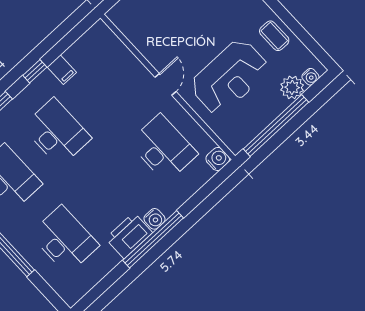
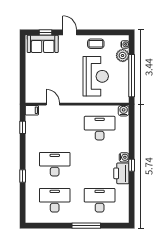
filing cabinet: (62, 70) -> (32, 110), moved
window: (35, 71) -> (23, 127), moved
door: (165, 84) -> (53, 104), moved
window: (153, 239) -> (132, 165), width x0.32

